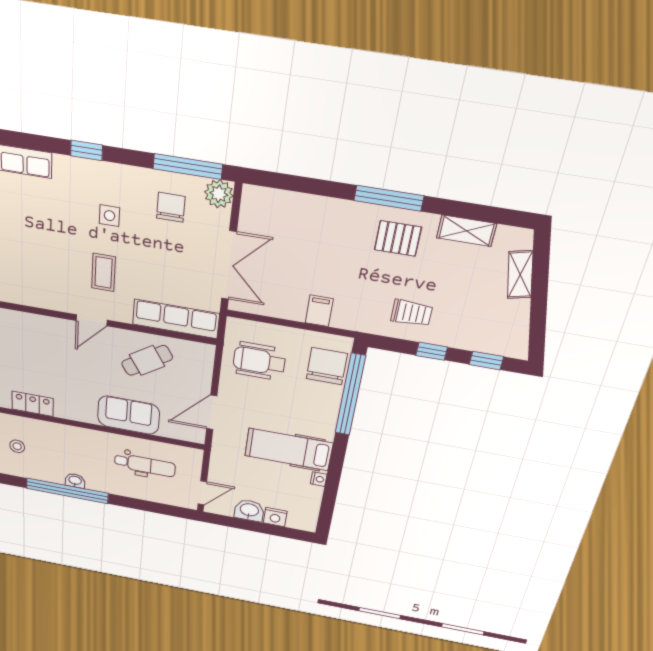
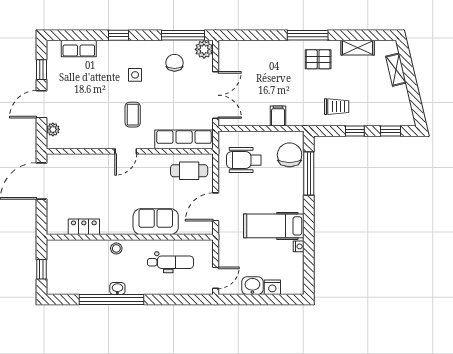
cafe table: (147, 360) -> (189, 171), moved, turned 33
window: (350, 395) -> (309, 173), width x0.68
stool: (17, 446) -> (116, 248), moved

